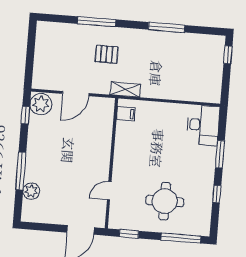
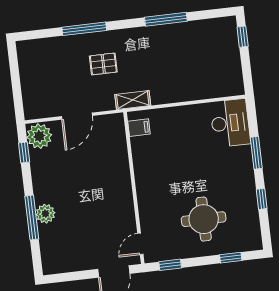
plant: (31, 191) -> (45, 214), moved
door: (109, 191) -> (140, 244), moved
window: (181, 238) -> (231, 258), width x0.46

